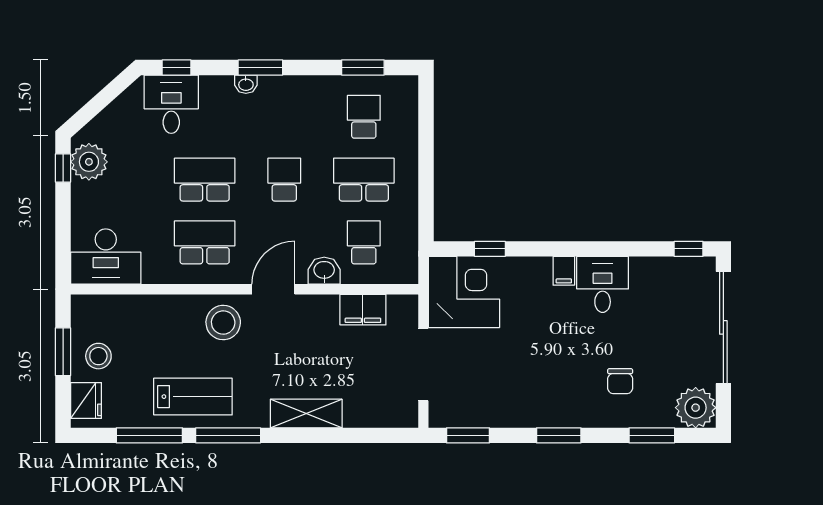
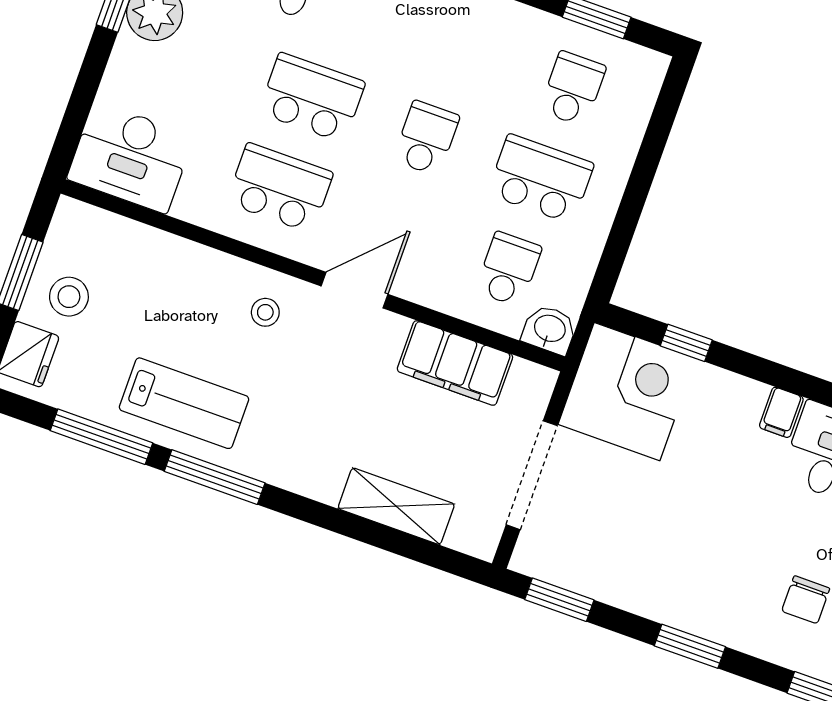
washbasin: (324, 271) -> (549, 330), moved
filing cabinet: (363, 310) -> (455, 363), width x1.50, depth x1.17
stool: (223, 323) -> (265, 312), width x0.53, depth x0.53
shelving: (306, 414) -> (396, 506), moved

